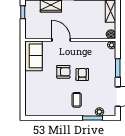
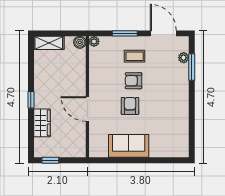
door: (61, 40) -> (87, 109), hinge flipped
sofa: (34, 56) -> (129, 146), moved
coffee table: (77, 100) -> (135, 56), moved

